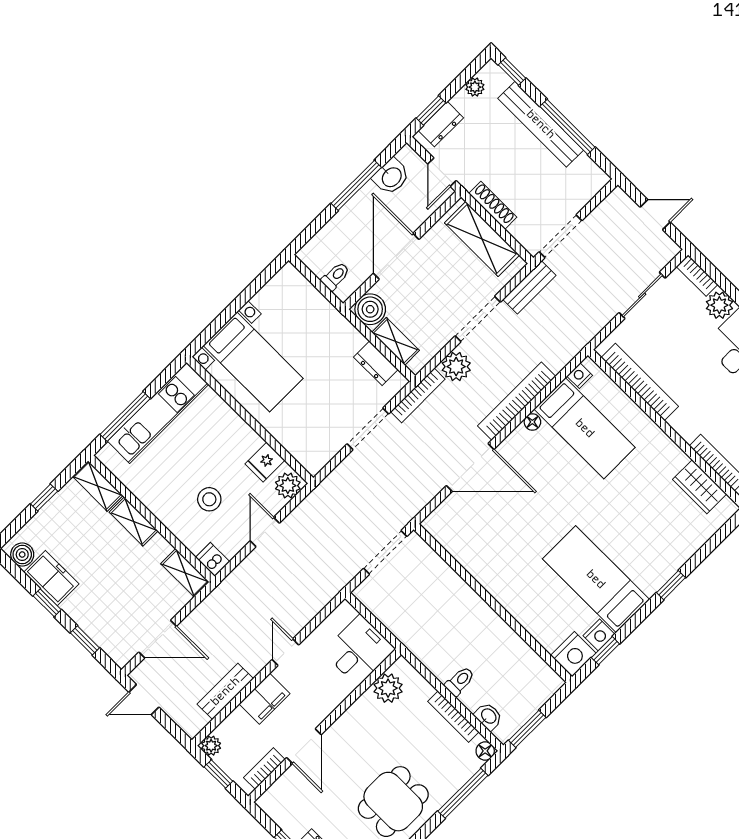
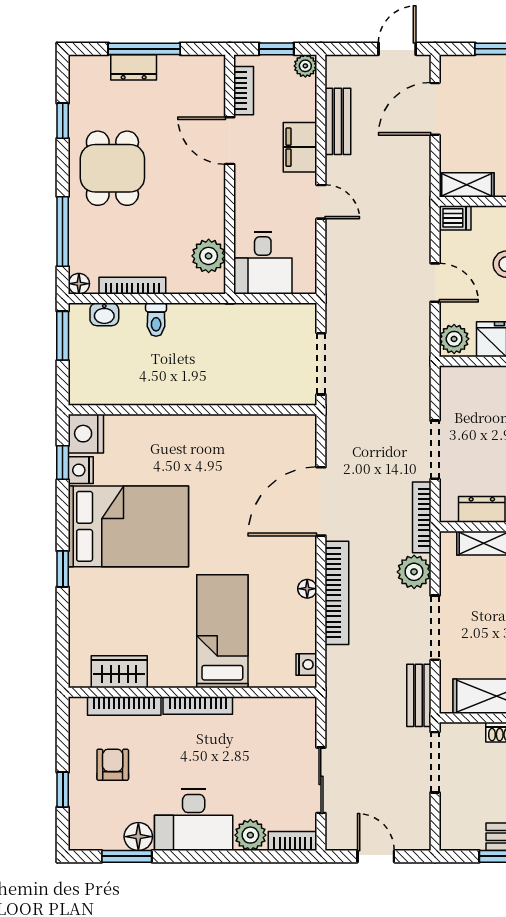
door: (655, 215) -> (376, 856), swing flipped
bookcase: (640, 382) -> (198, 705), moved, width x0.68, depth x0.76
bed: (585, 428) -> (222, 631), moved, turned 90
bed: (596, 579) -> (128, 526), width x1.50

